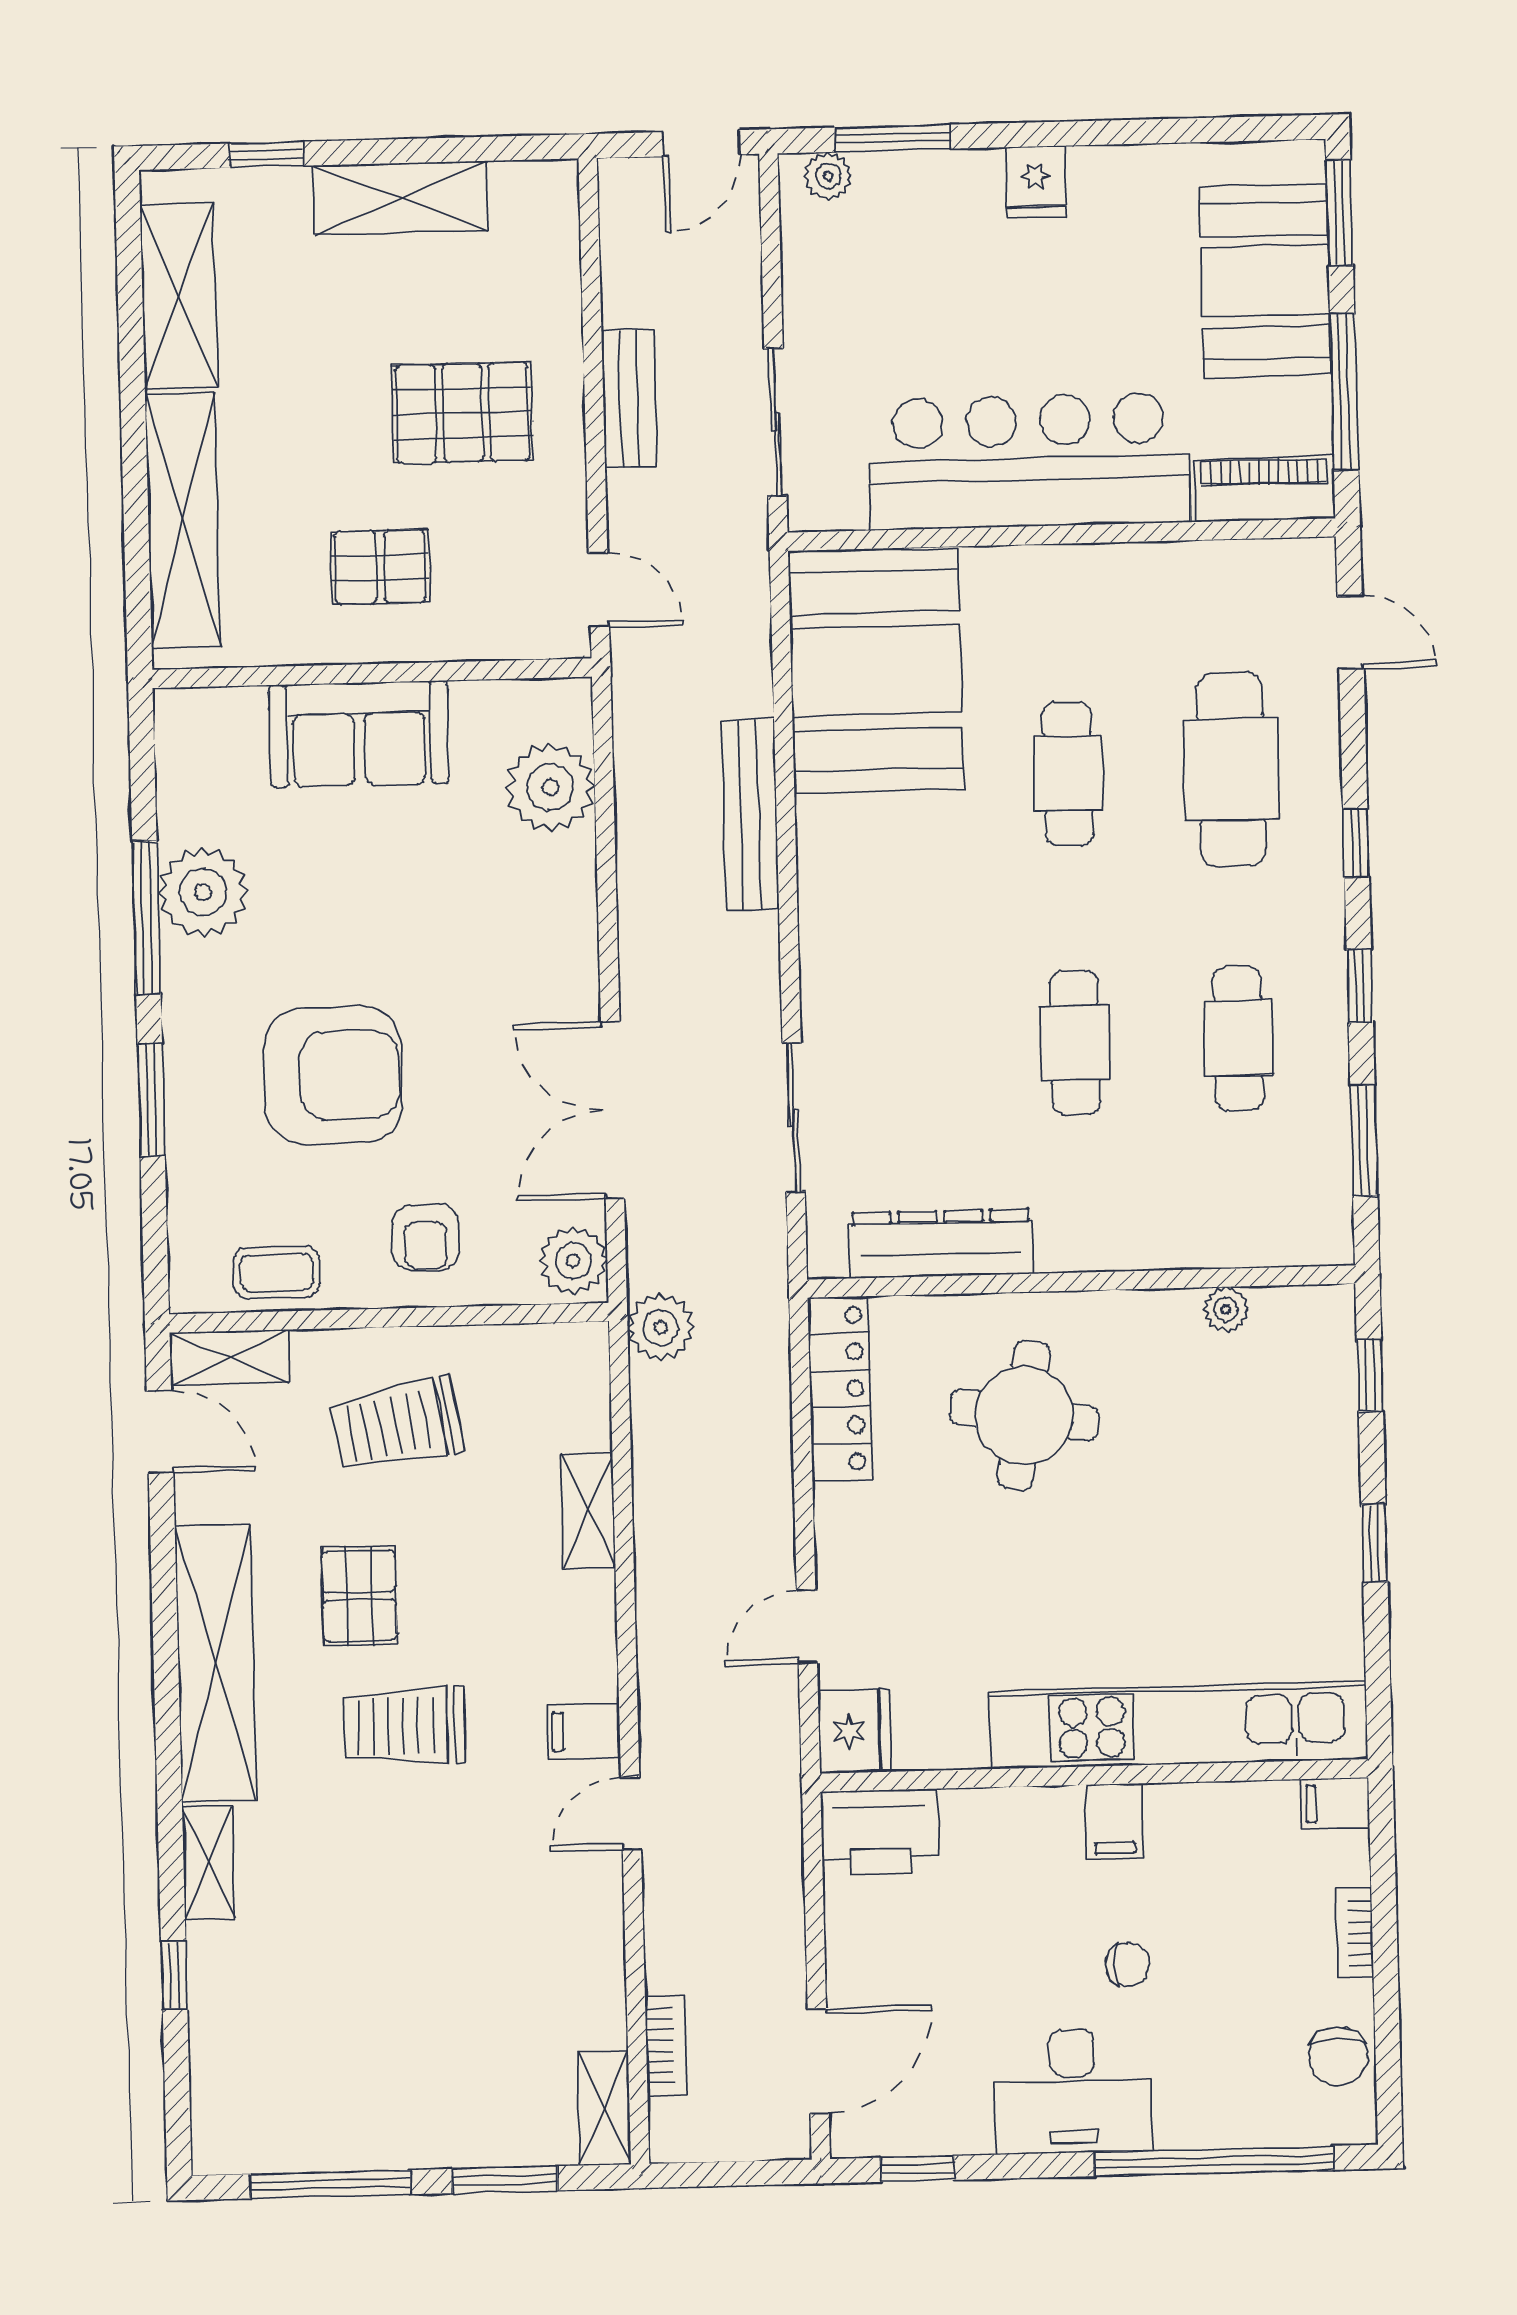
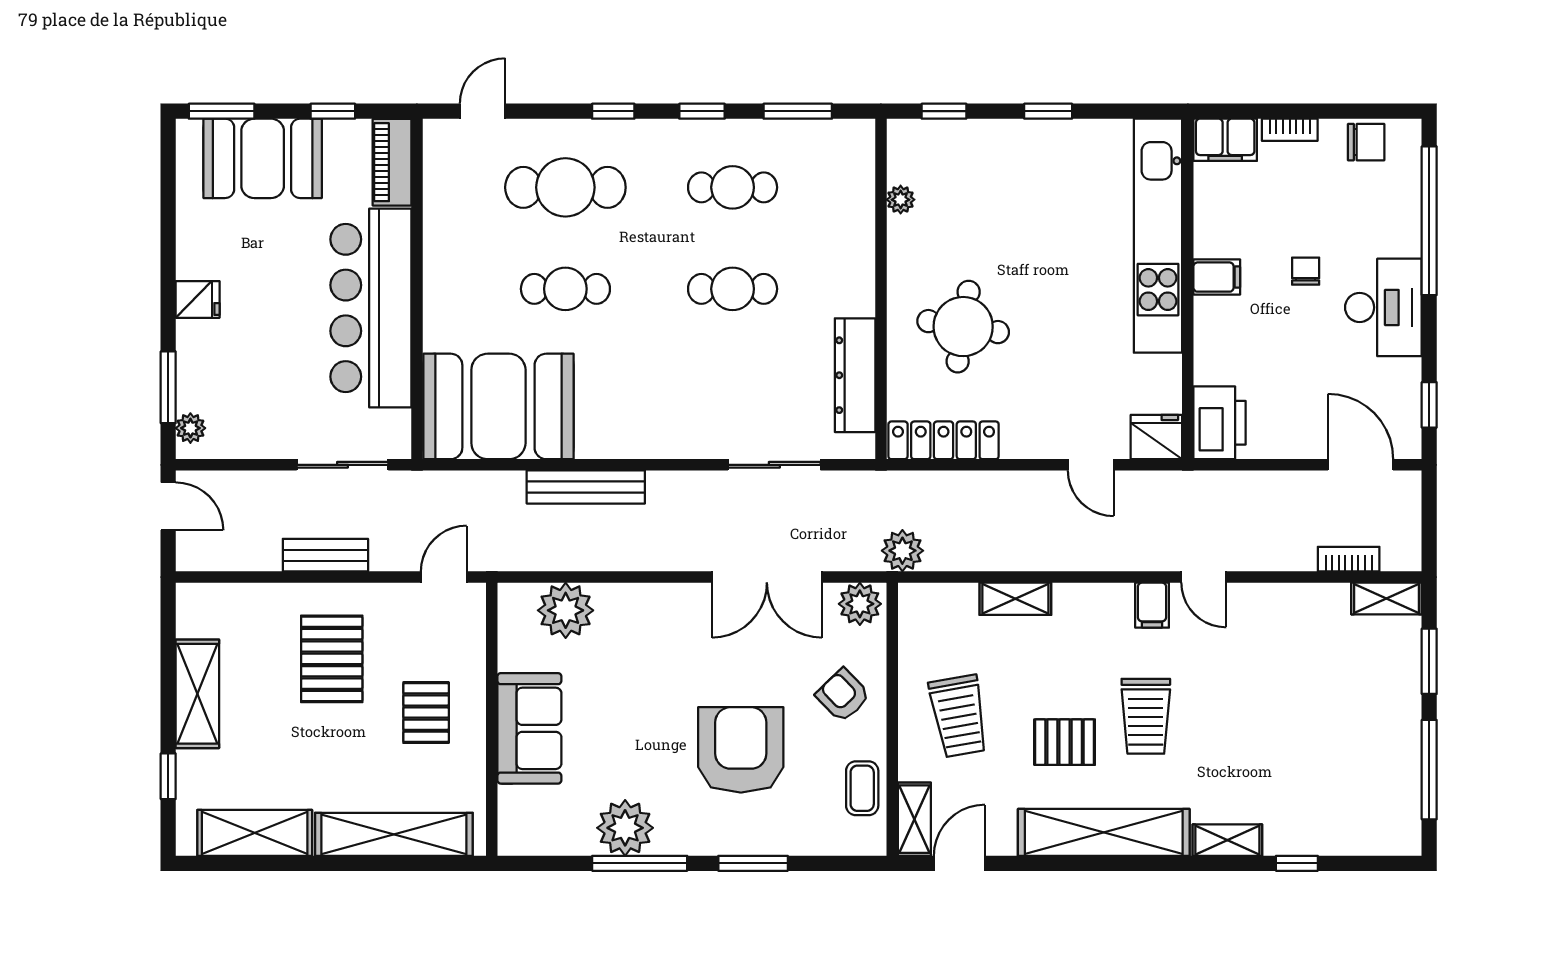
window: (1344, 392) -> (333, 111), width x0.46
armchair: (425, 1237) -> (843, 695), turned -134
filing cabinet: (1335, 1804) -> (1225, 140), width x2.00

